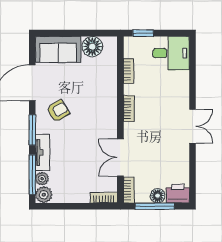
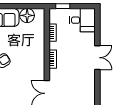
double door: (192, 126) -> (97, 58), moved

